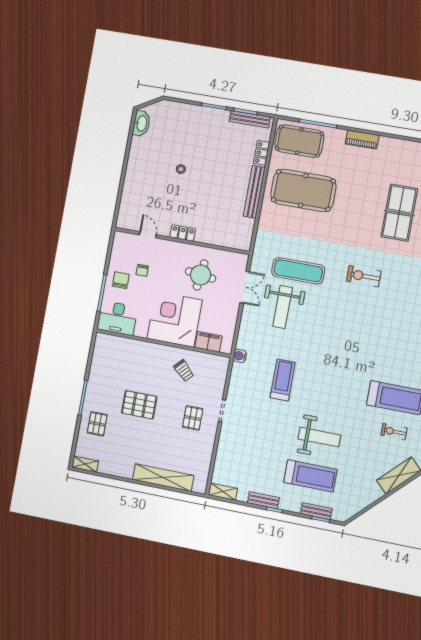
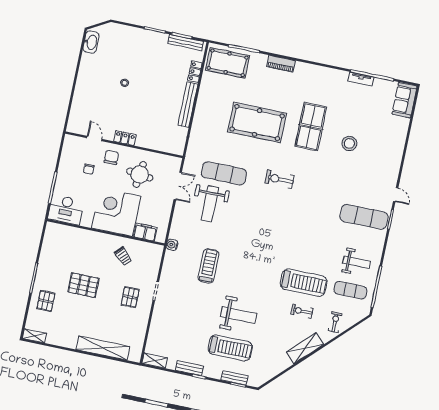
pool table: (303, 190) -> (257, 122), moved
chair: (121, 280) -> (111, 157), moved

